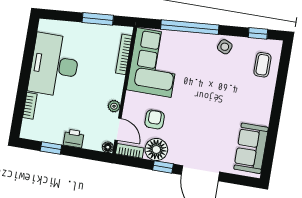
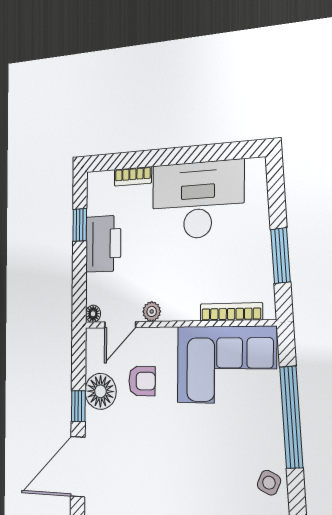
printer: (74, 138) -> (103, 244), width x1.87, depth x1.48
bookcase: (130, 151) -> (93, 349), removed

